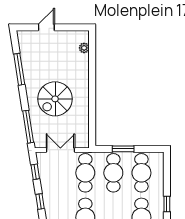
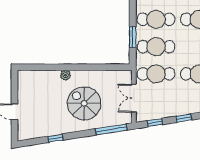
plant: (84, 48) -> (65, 75), moved
window: (19, 69) -> (55, 138), width x0.46
spiral stairs: (55, 99) -> (84, 103), turned 180

